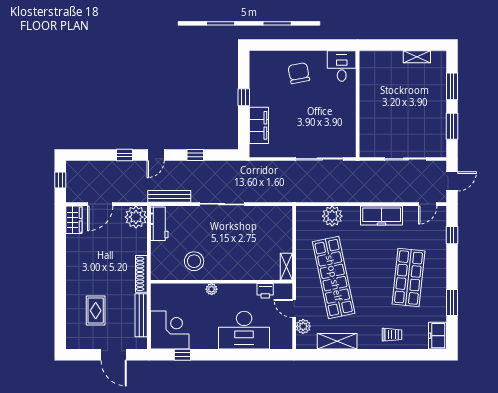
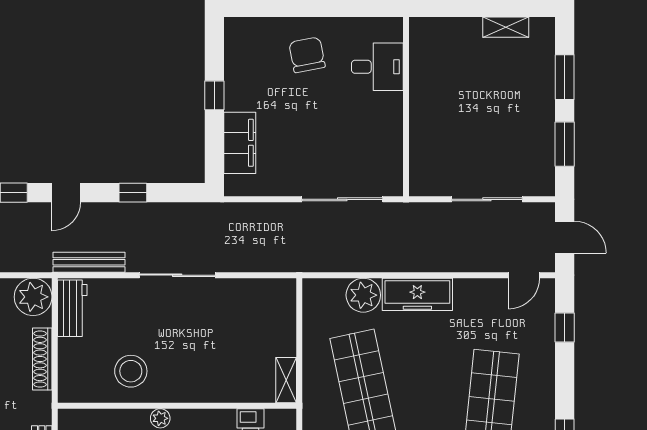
desk: (342, 66) -> (377, 67), moved, turned 90
door: (452, 181) -> (565, 237), hinge flipped
freezer: (382, 216) -> (417, 294), moved
shoe rack: (141, 274) -> (42, 359), moved

